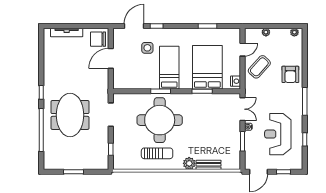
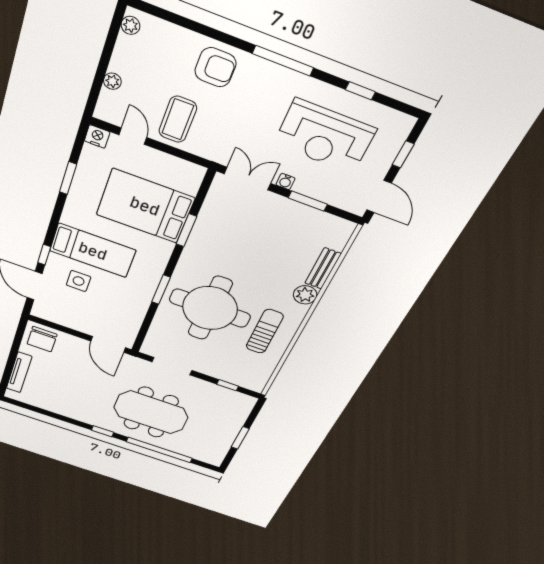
door: (111, 58) -> (108, 344), moved
coffee table: (259, 67) -> (178, 119), turned 48
bed: (169, 68) -> (93, 251), moved, turned 180
nightstand: (236, 81) -> (97, 137), moved

